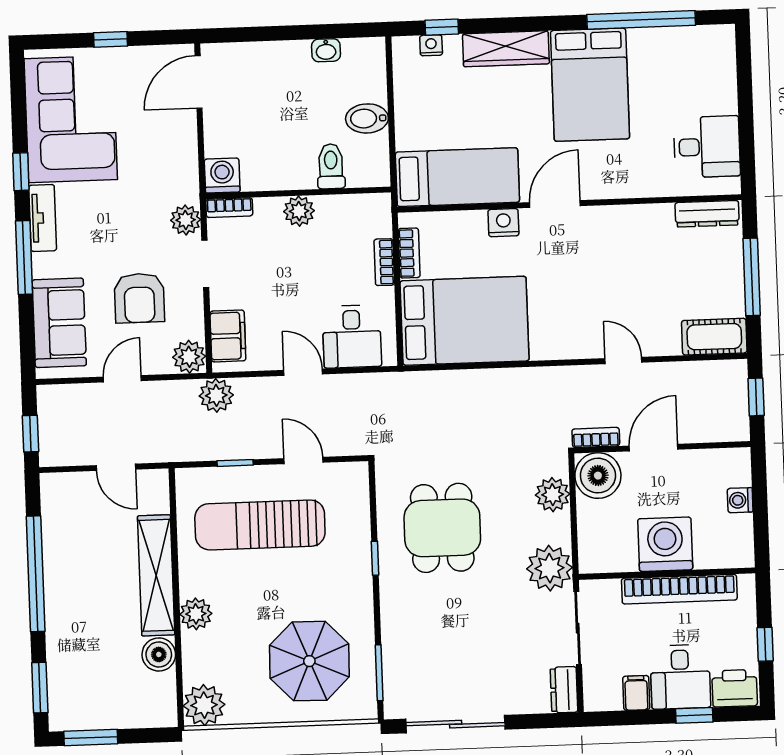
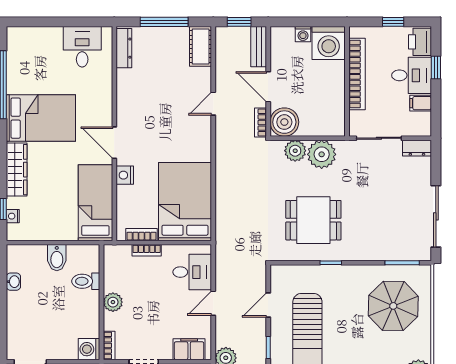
bench: (717, 430) -> (259, 47), added
washing machine: (665, 544) -> (329, 43), moved, turned -90
plant: (550, 568) -> (322, 154), moved

